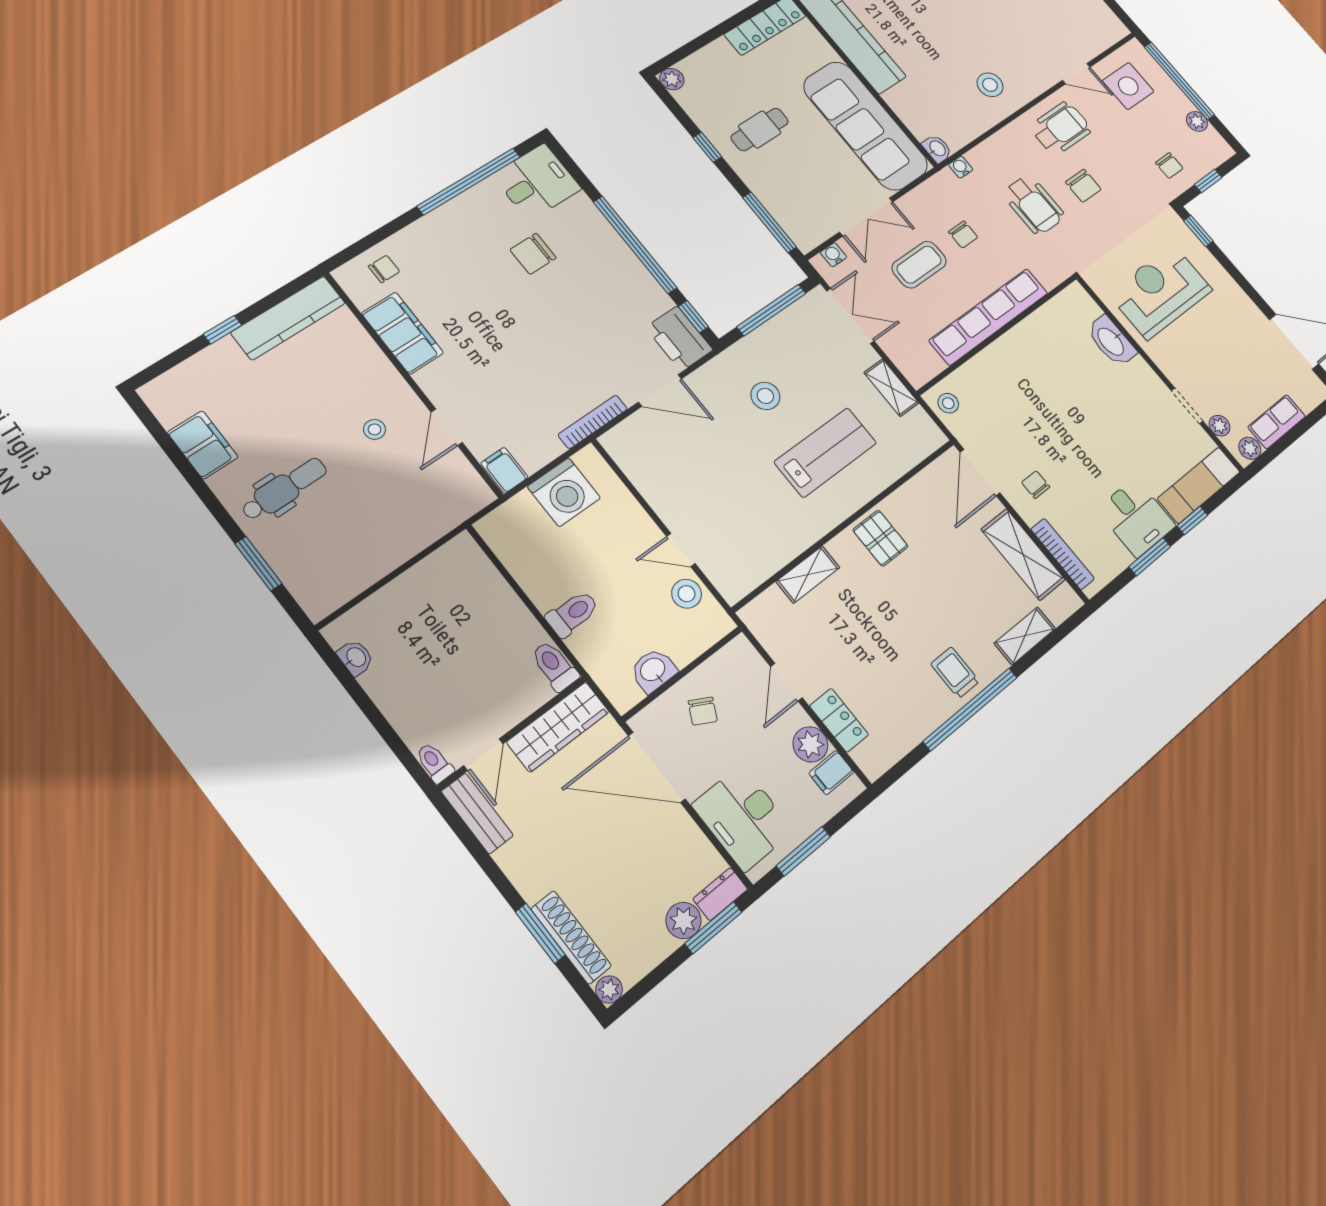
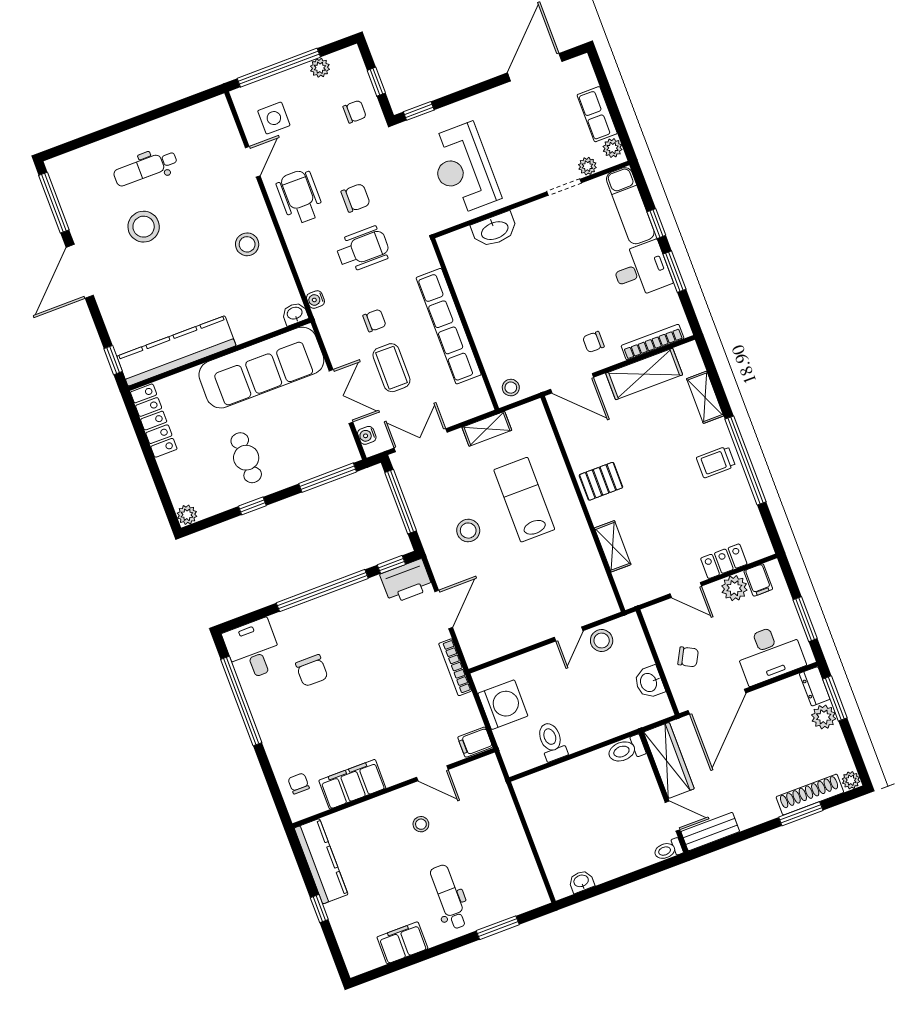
side table: (1128, 86) -> (274, 118), width x0.73, depth x0.73
toilet: (573, 614) -> (552, 741), moved

